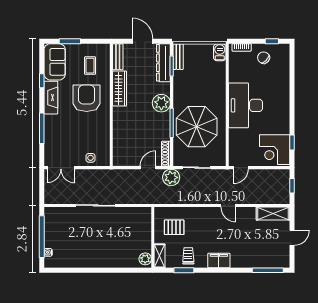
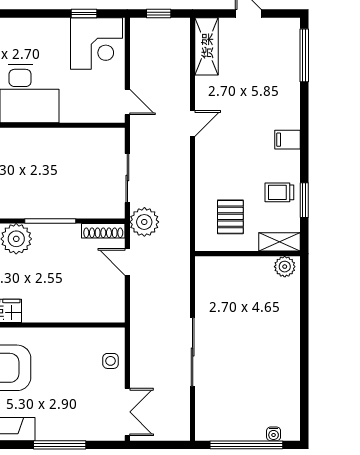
parasol: (197, 127) -> (57, 178), removed
filing cabinet: (219, 261) -> (288, 140), width x0.50

